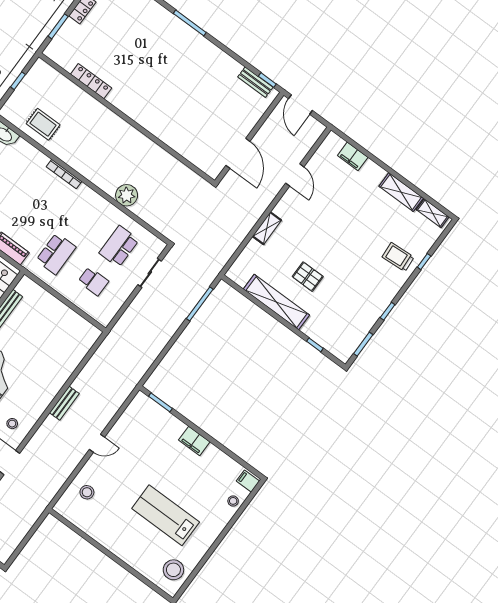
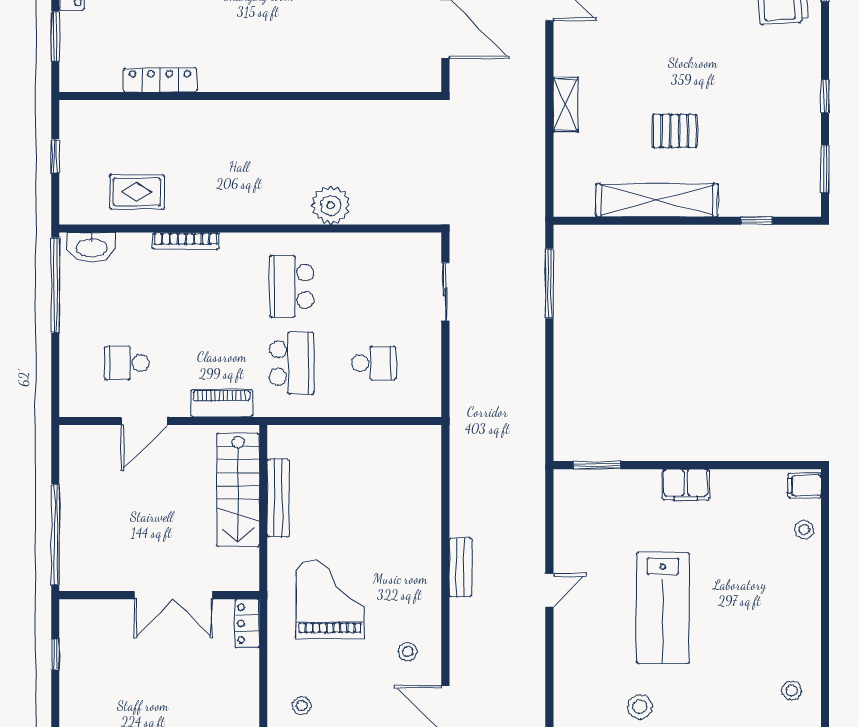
bookcase: (64, 174) -> (186, 241), moved
school desk: (119, 246) -> (292, 286), moved
stool: (87, 492) -> (640, 707), moved
lab bench: (166, 515) -> (663, 608), moved, turned -90
stool: (173, 570) -> (792, 690), width x0.53, depth x0.53

